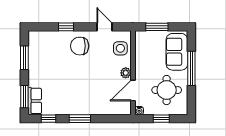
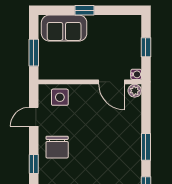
window: (191, 68) -> (84, 10), width x0.46
plant: (126, 73) -> (135, 91), moved
round table: (167, 90) -> (111, 41), removed

